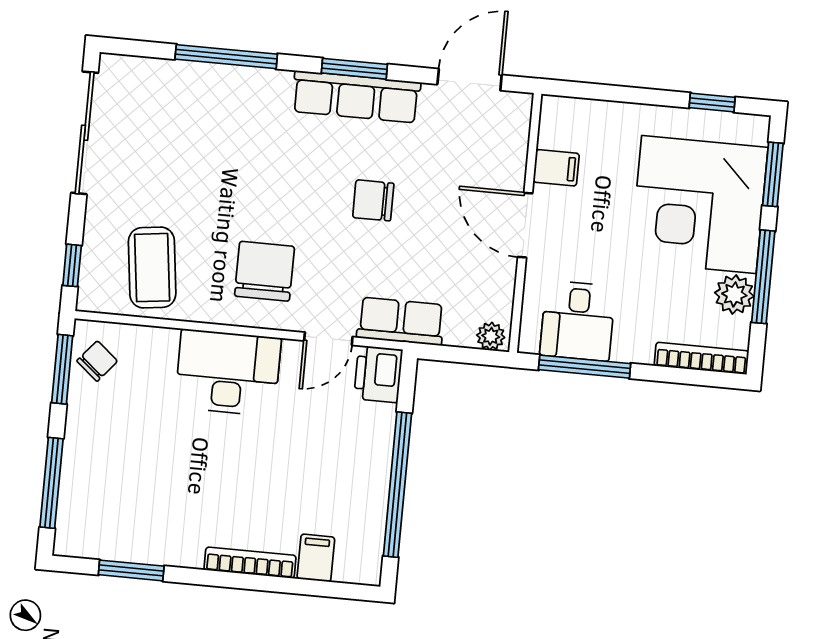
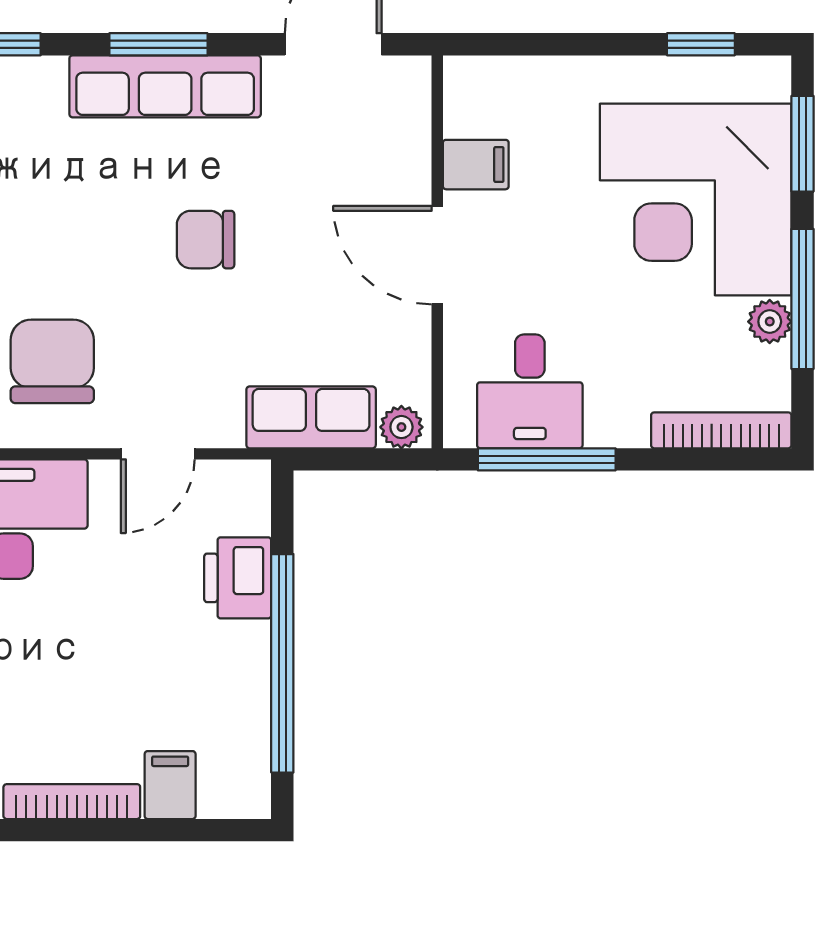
plant: (734, 294) -> (770, 322), width x0.73, depth x0.73
row of seats: (401, 321) -> (311, 417), moved
printer: (378, 374) -> (238, 578), moved

